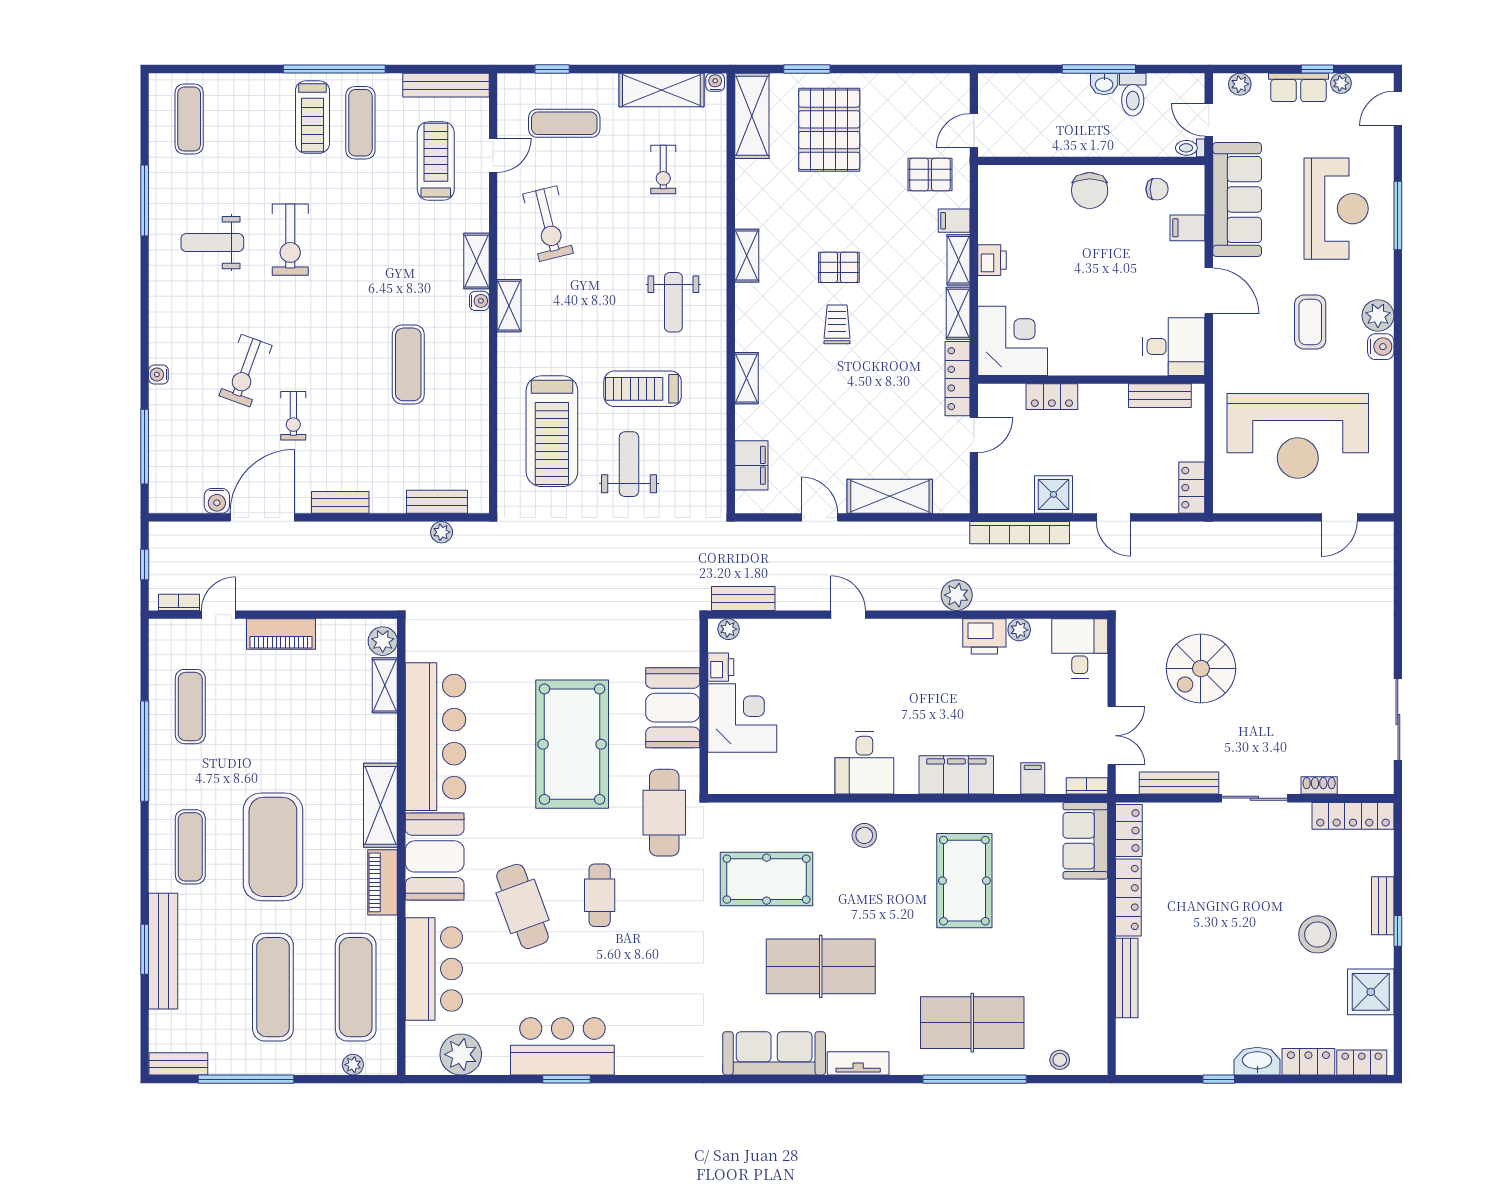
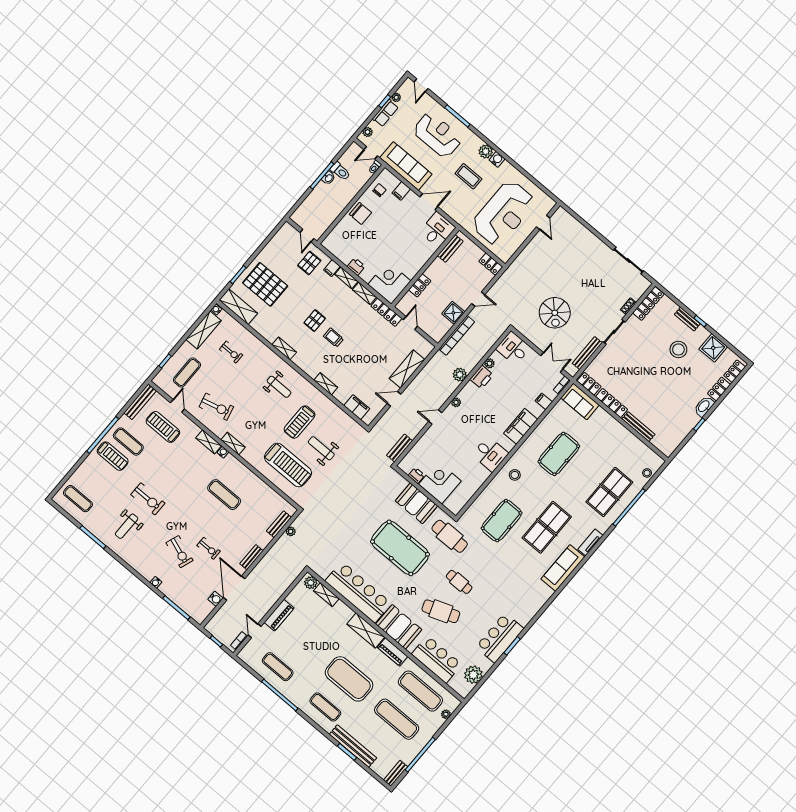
plant: (729, 629) -> (456, 402), moved
pool table: (964, 881) -> (559, 454), turned 90

